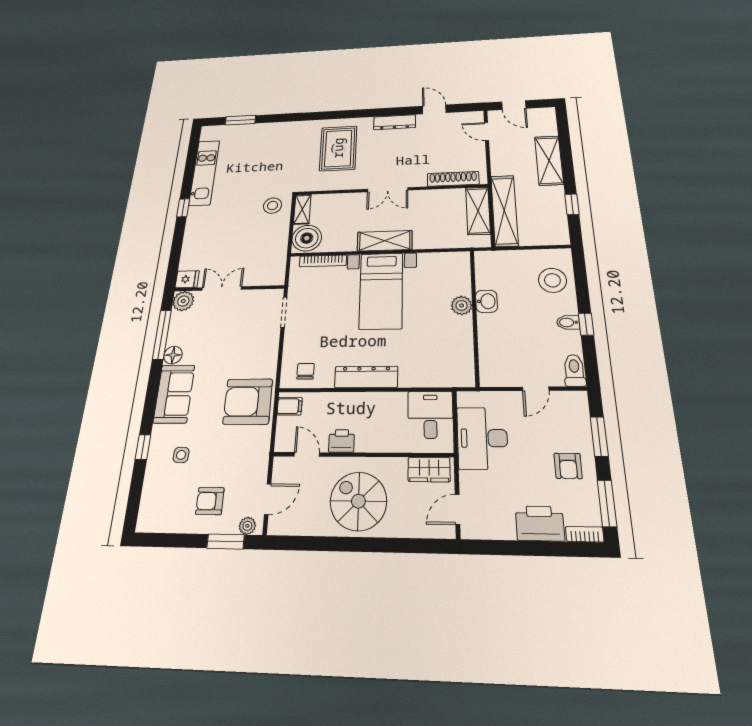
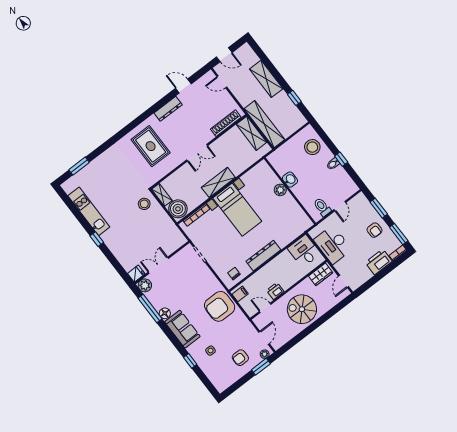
toilet: (574, 370) -> (322, 207), moved

